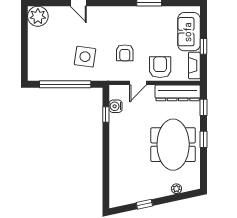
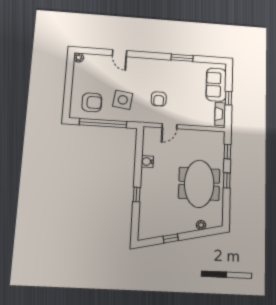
plant: (38, 16) -> (79, 58), width x0.53, depth x0.53
armchair: (160, 67) -> (92, 102), moved, turned 90
dresser: (178, 93) -> (205, 137), removed
water cooler: (116, 106) -> (147, 161), moved
window: (106, 114) -> (137, 195), moved

